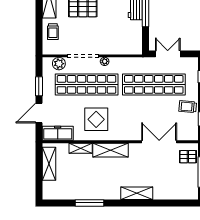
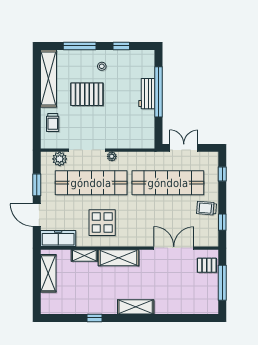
door: (39, 113) -> (37, 215), hinge flipped
shelving: (137, 193) -> (136, 307), moved
window: (89, 203) -> (94, 318), width x0.46

